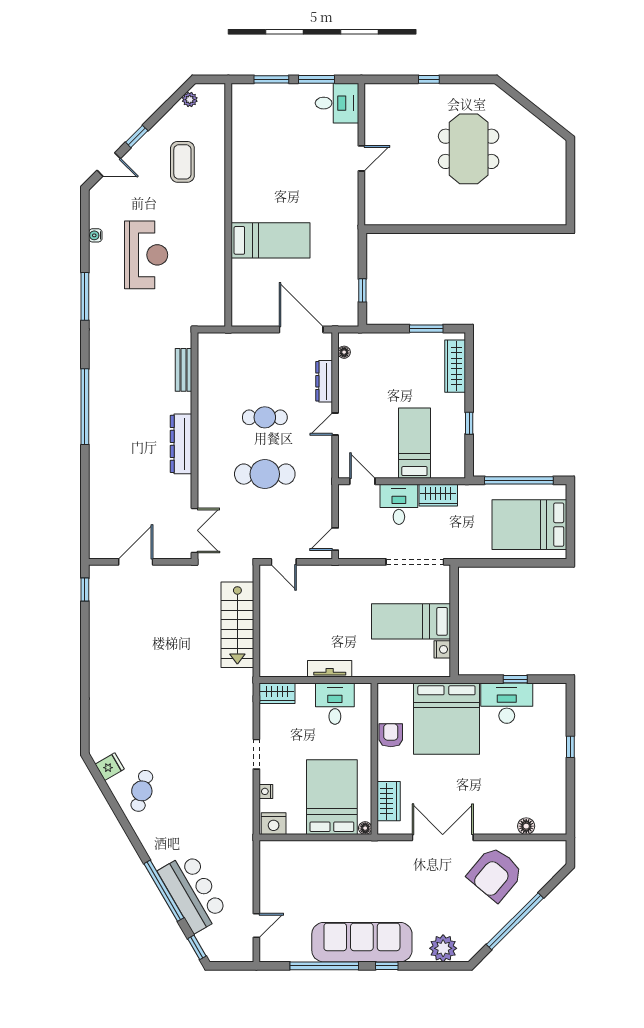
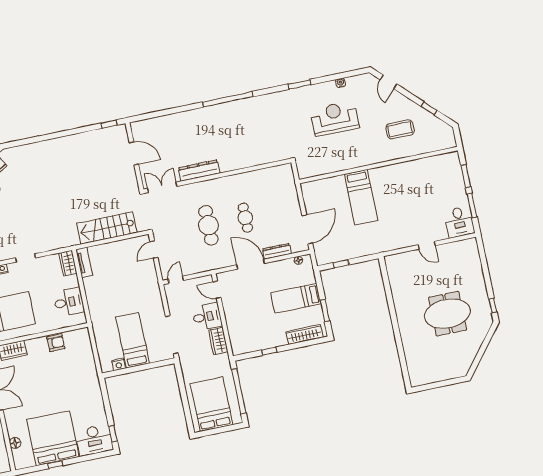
window: (429, 79) -> (493, 306), moved
plant: (190, 100) -> (442, 126), removed
window: (137, 136) -> (429, 108), moved
reception desk: (146, 255) -> (335, 118), turned 180
window: (85, 296) -> (299, 84), width x0.69
bench: (183, 370) -> (265, 158), removed
door: (335, 424) -> (251, 264), width x1.88
bed: (414, 443) -> (296, 298), moved, turned 180
dresser: (181, 444) -> (199, 170), moved
door: (362, 481) -> (217, 290), swing flipped
double door: (195, 530) -> (162, 187), swing flipped
door: (335, 539) -> (176, 280), hinge flipped
tv unit: (330, 669) -> (84, 262), moved
window: (515, 679) -> (113, 434), moved
desk: (507, 703) -> (94, 440), moved, turned 90
bed: (446, 719) -> (53, 438), moved, turned 90
window: (570, 747) -> (55, 464), moved

